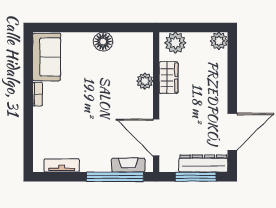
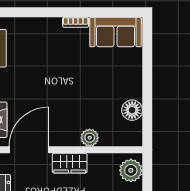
floor lamp: (103, 42) -> (132, 110), moved
wardrobe: (168, 78) -> (70, 163), moved

